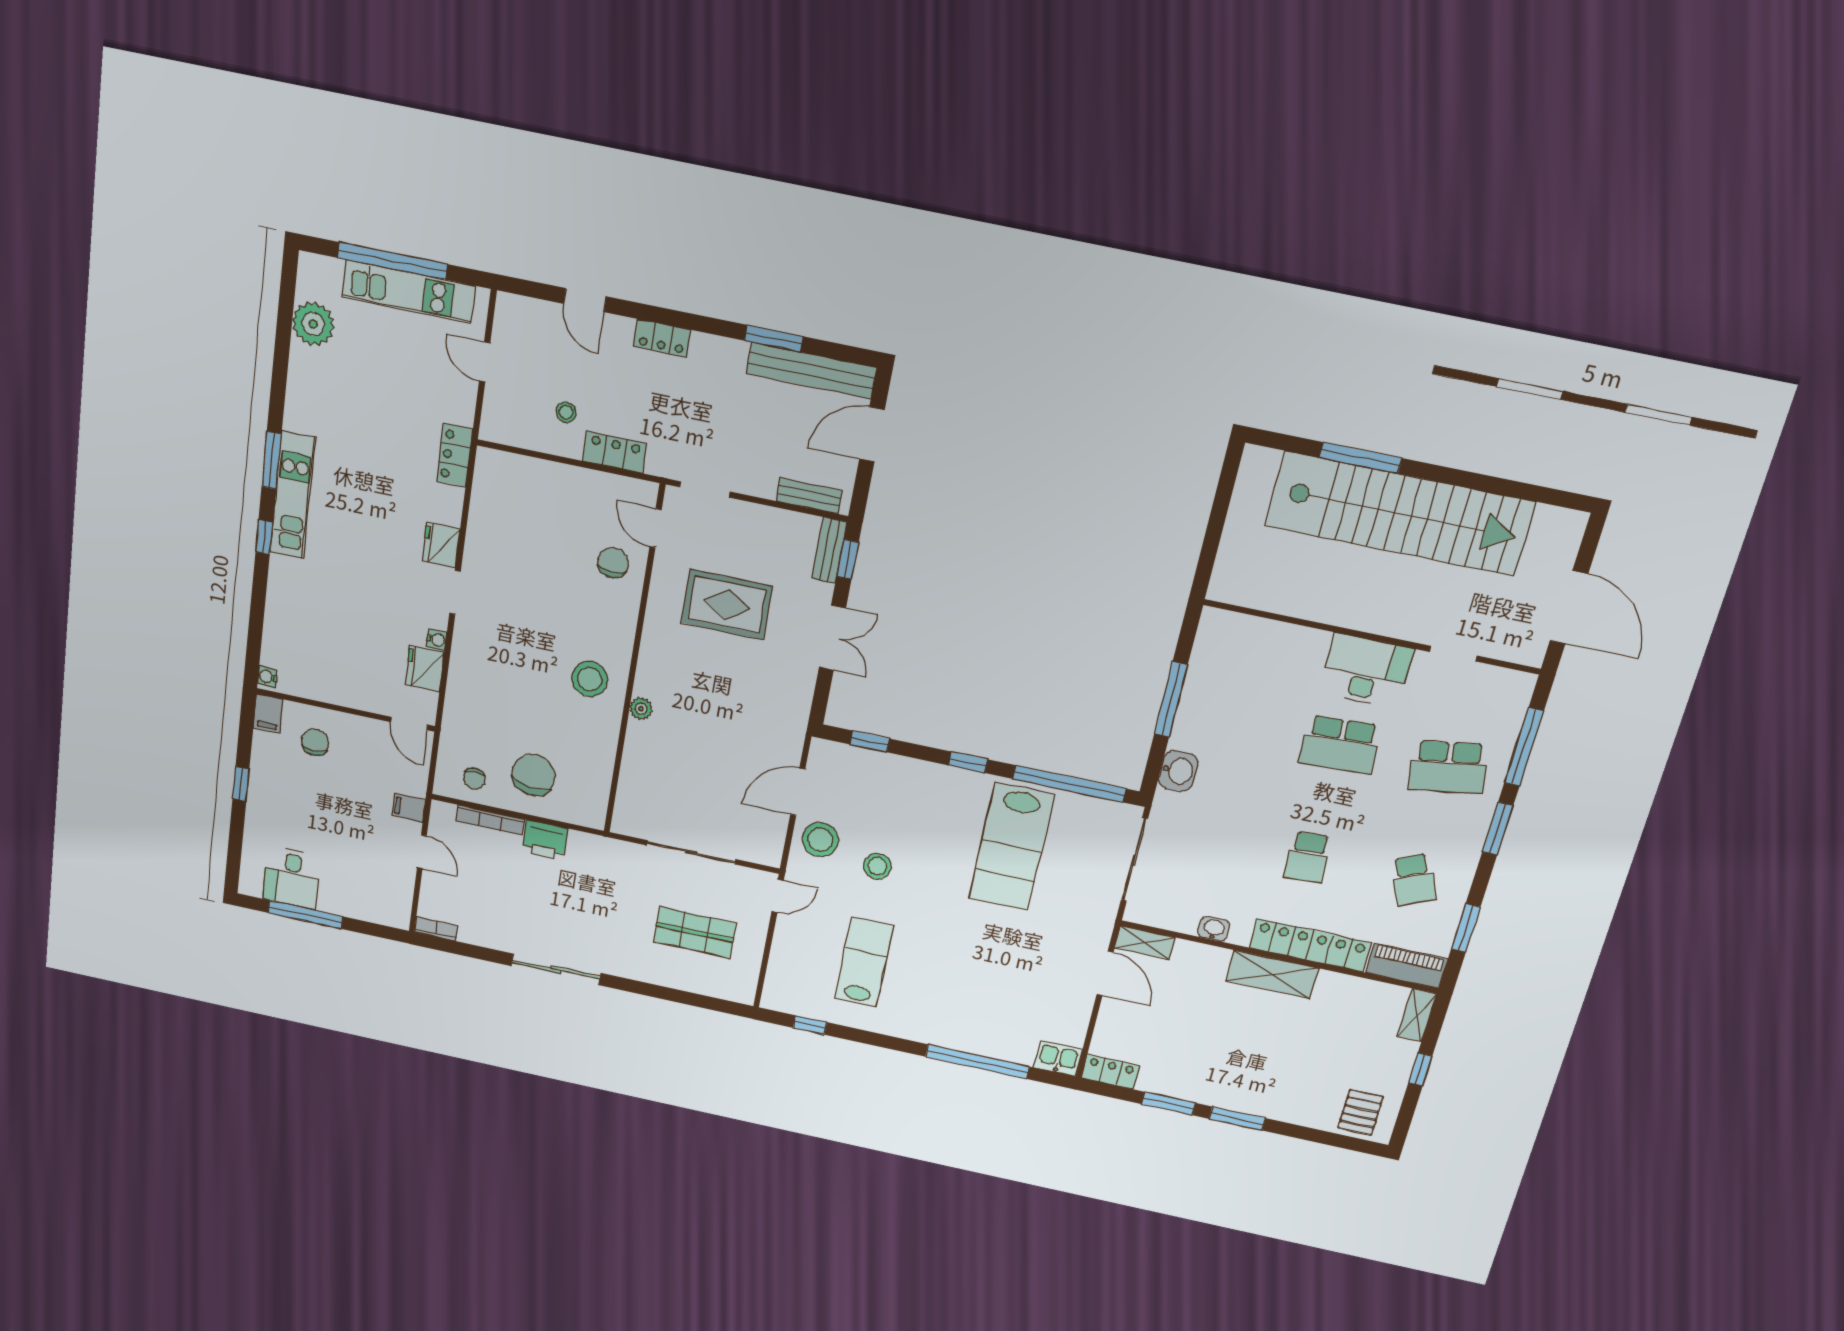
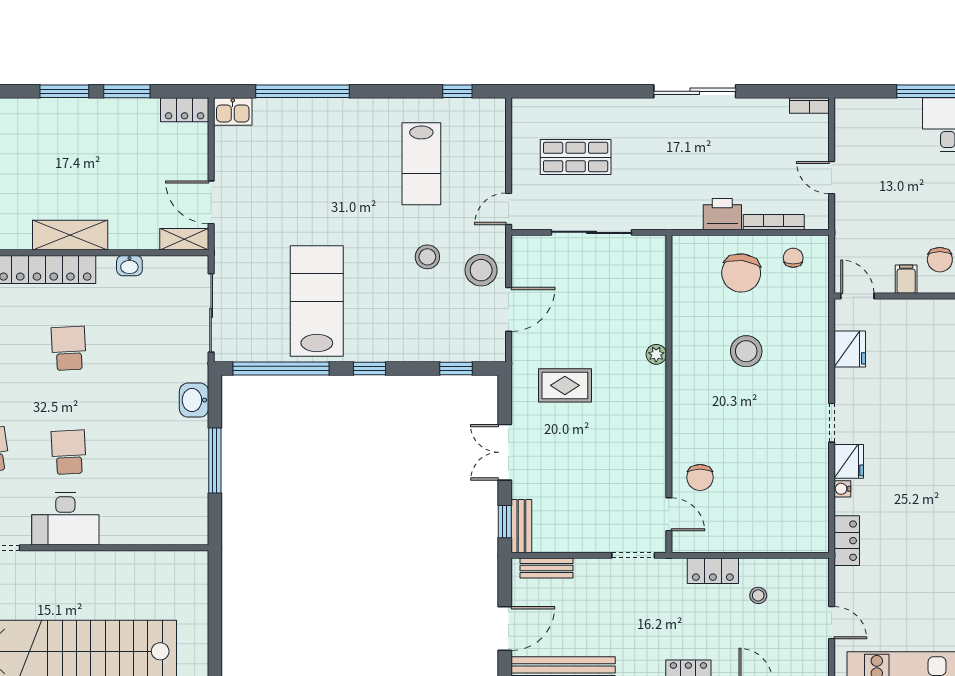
rug: (727, 605) -> (565, 385), moved, width x0.73, depth x0.70
water cooler: (437, 640) -> (842, 489), moved
stool: (590, 679) -> (746, 351), moved
school desk: (1340, 744) -> (69, 452), width x0.54
filing cabinet: (409, 808) -> (906, 279), moved, turned -90

